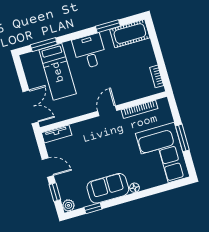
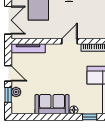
tv unit: (57, 134) -> (28, 48), width x1.41
plant: (68, 205) -> (16, 92), moved
window: (93, 208) -> (90, 117), moved

